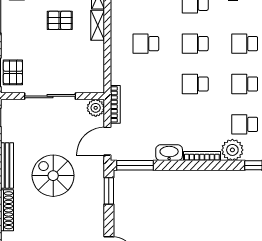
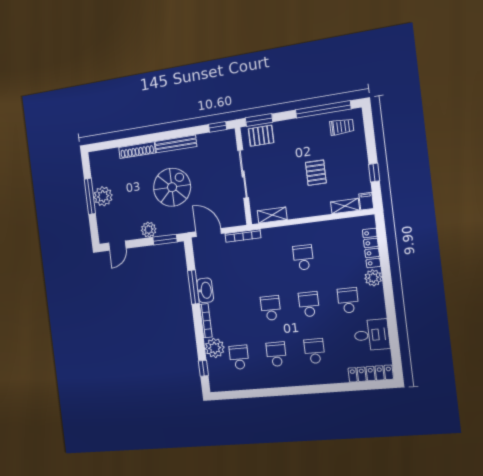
shelving: (98, 25) -> (272, 215), moved
plant: (96, 108) -> (149, 230), moved
window: (135, 165) -> (193, 287), moved

